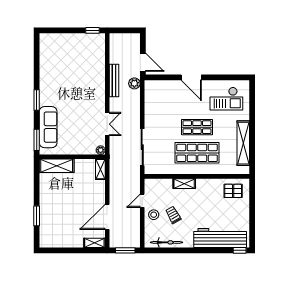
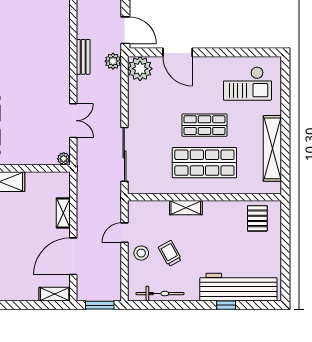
door: (191, 77) -> (178, 52), moved
bench: (114, 80) -> (83, 57), width x0.73
plant: (153, 89) -> (140, 69), added
shelving: (100, 169) -> (63, 213), moved
pallet: (233, 191) -> (257, 218), turned 90
window: (240, 250) -> (226, 305), moved

